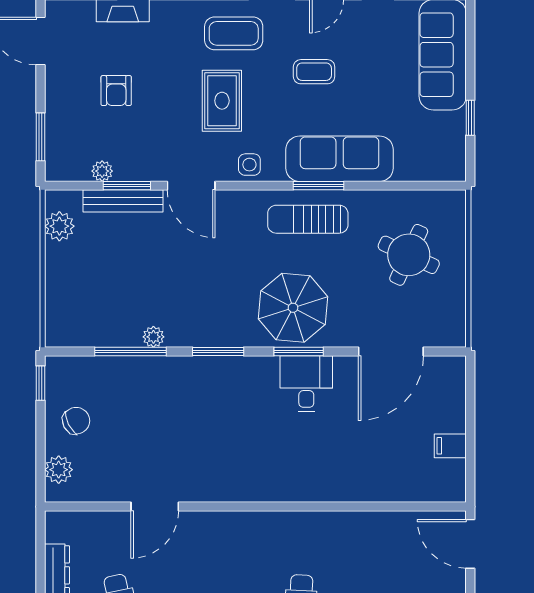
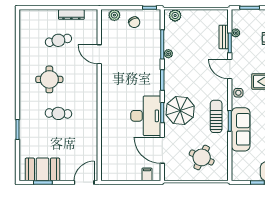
door: (191, 186) -> (230, 69), hinge flipped
bench: (123, 201) -> (224, 37), width x0.73
plant: (59, 226) -> (175, 15), moved
desk: (306, 384) -> (146, 116), width x1.87, depth x1.30
filing cabinet: (450, 446) -> (147, 174), moved

